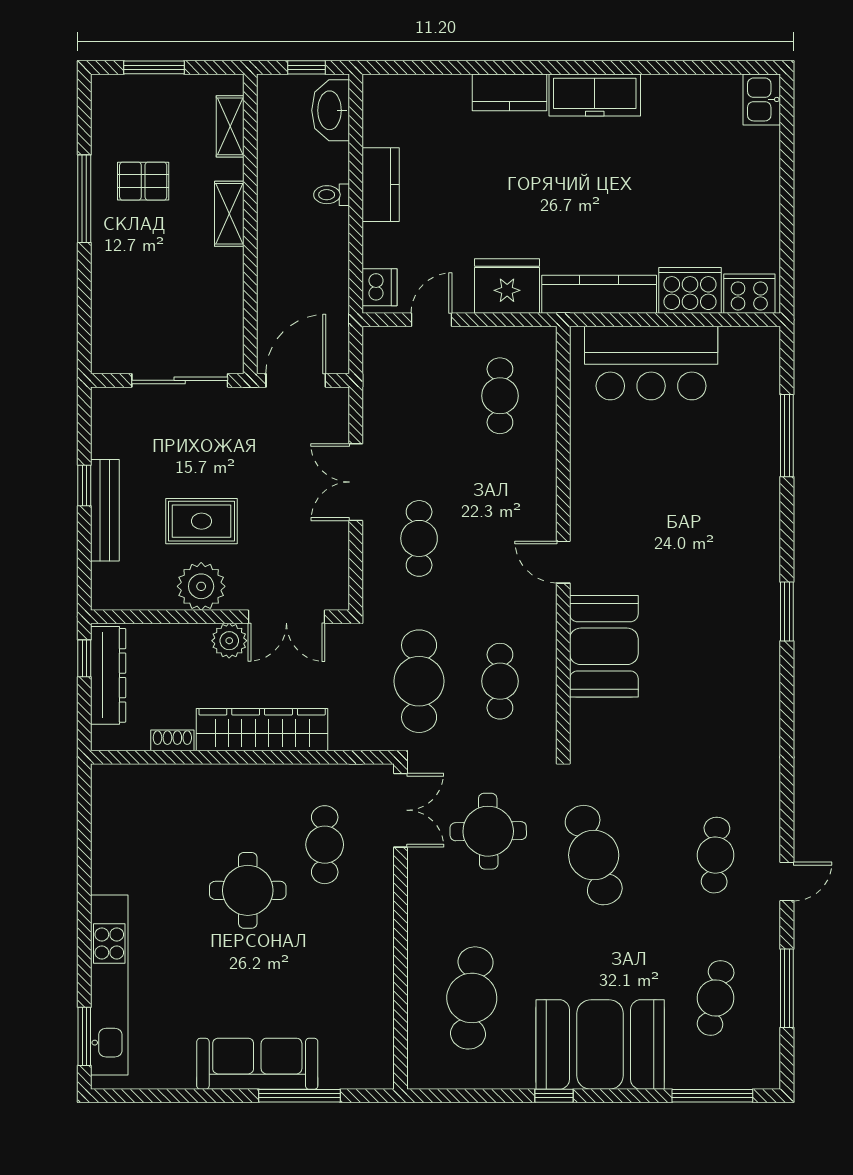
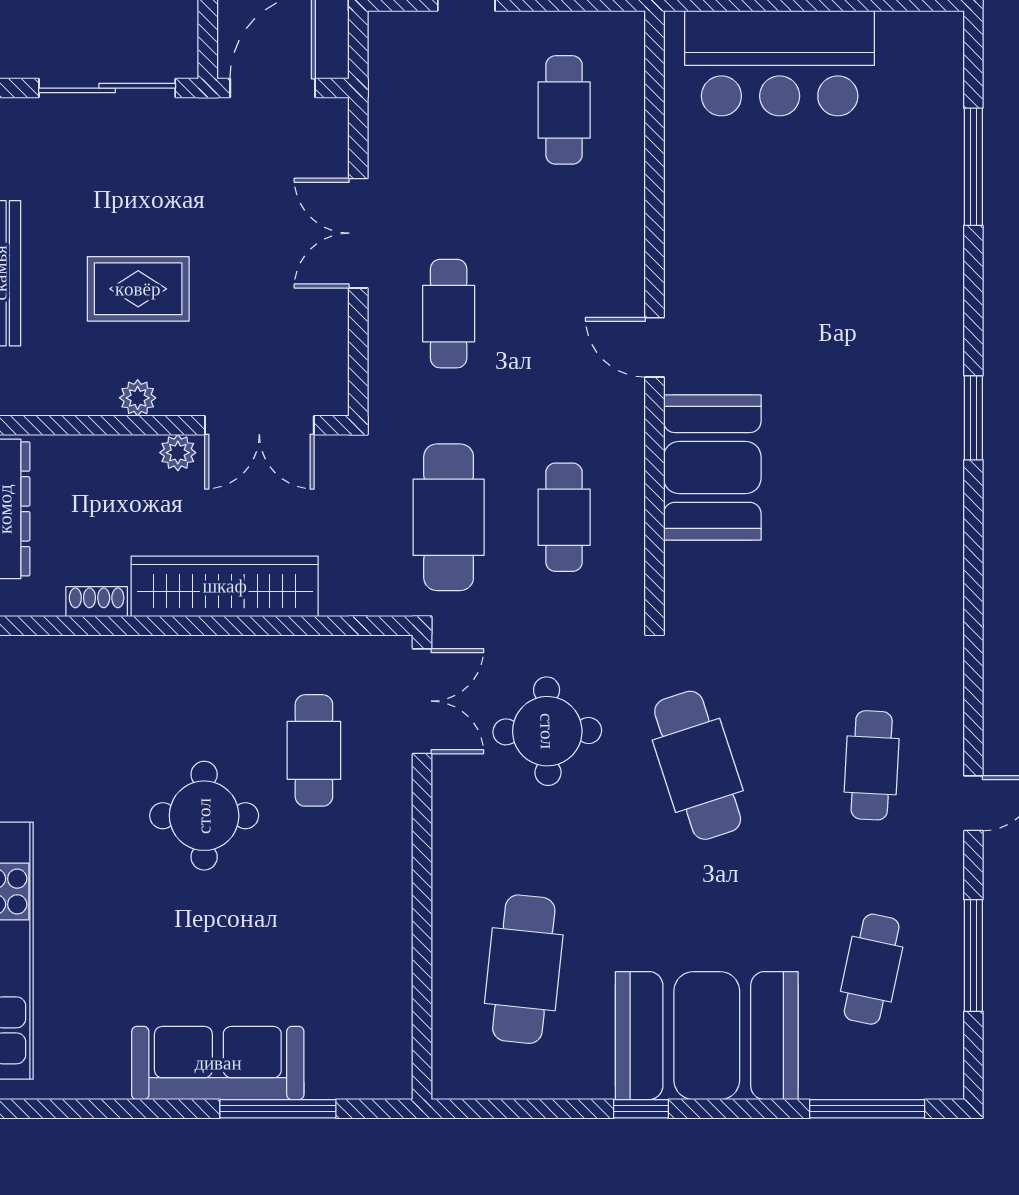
plant: (201, 586) -> (138, 398), width x0.53, depth x0.53
plant: (229, 641) -> (178, 453), width x0.73, depth x0.73

